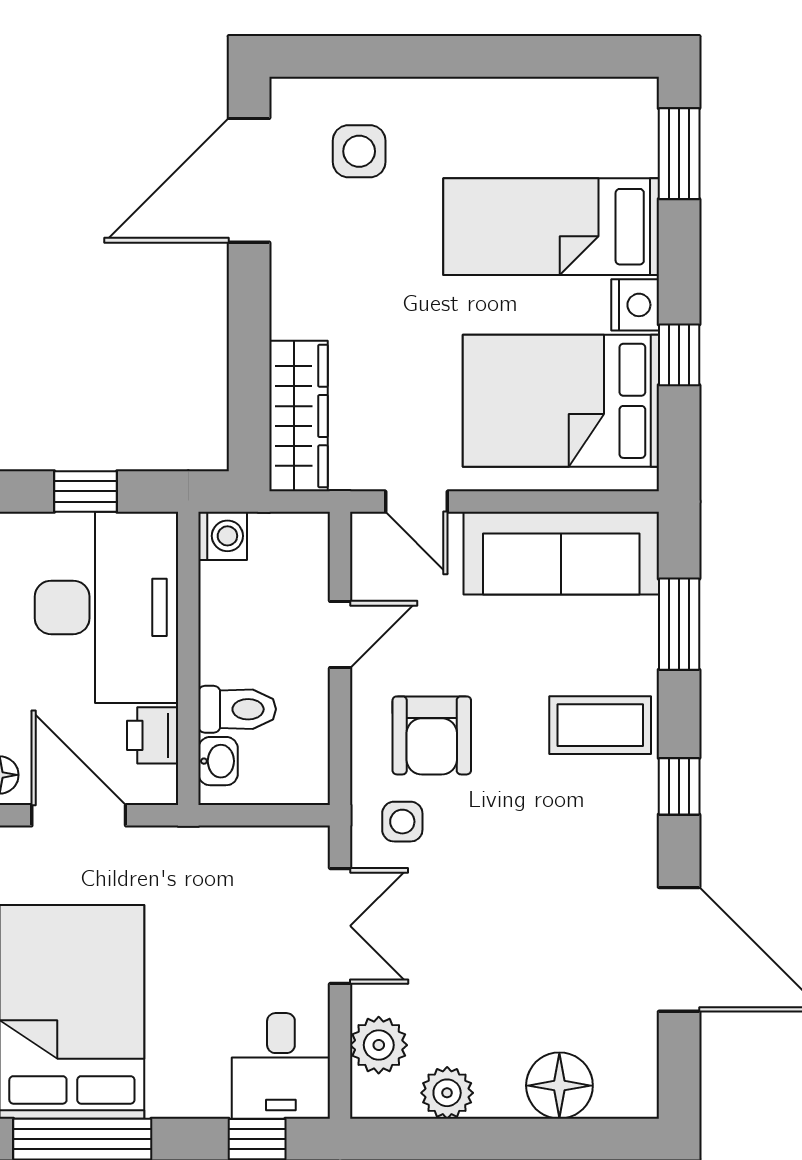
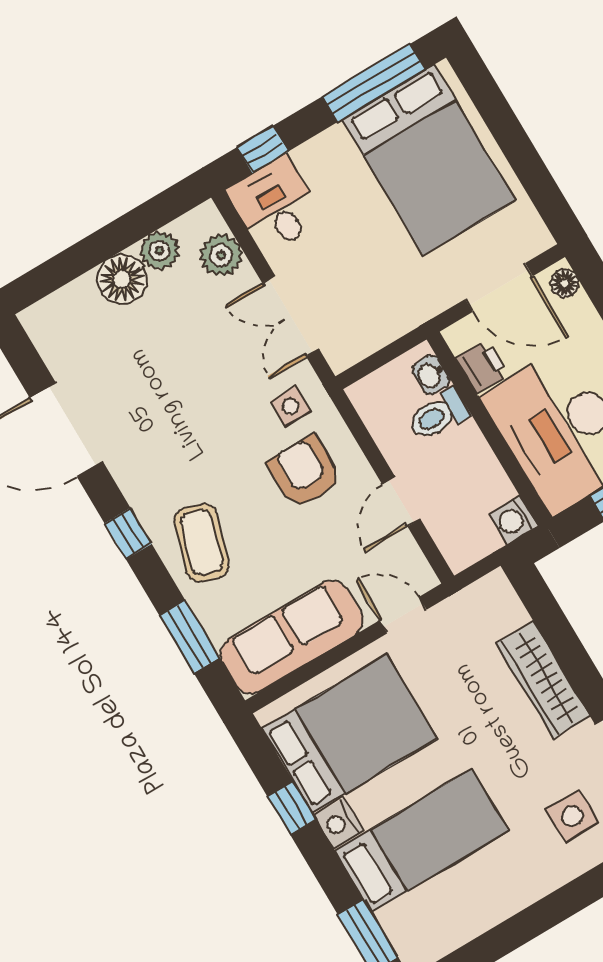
wardrobe: (298, 416) -> (543, 680), moved
coffee table: (600, 725) -> (201, 543), turned -73
floor lamp: (559, 1086) -> (122, 279), moved

